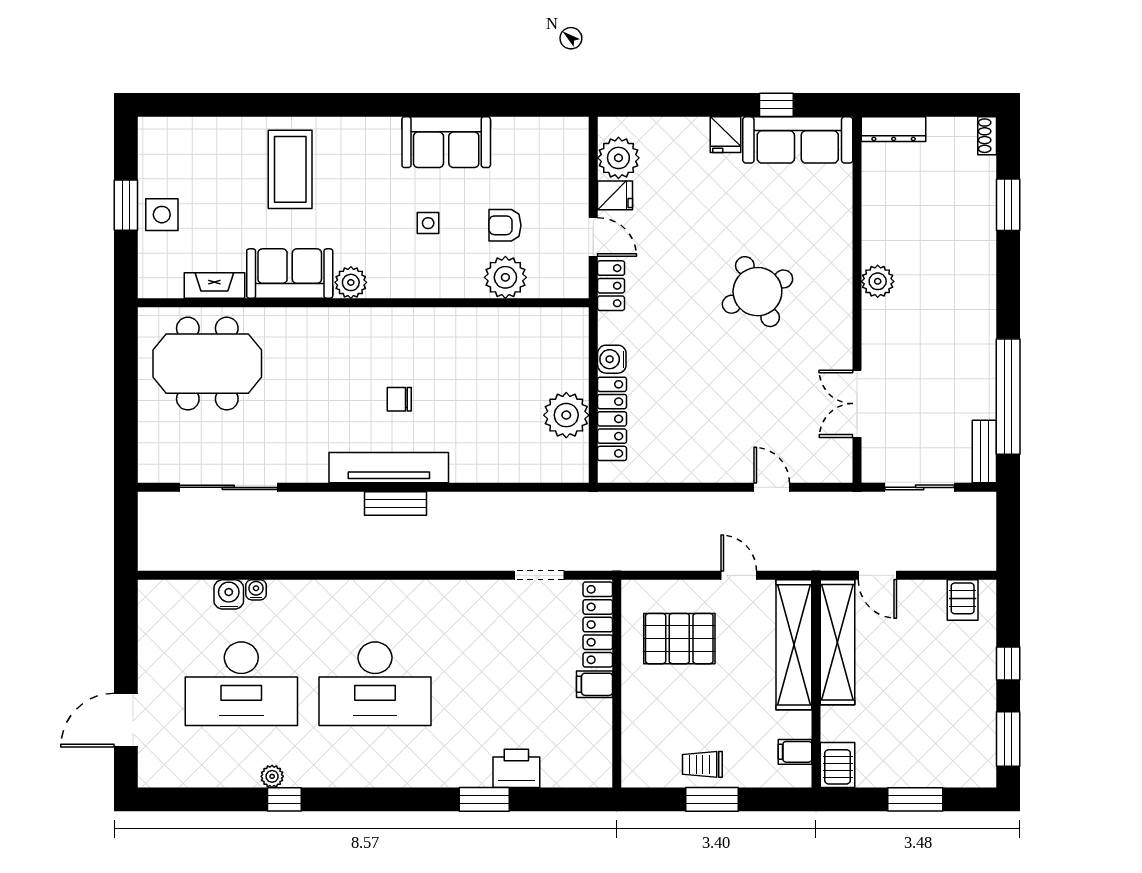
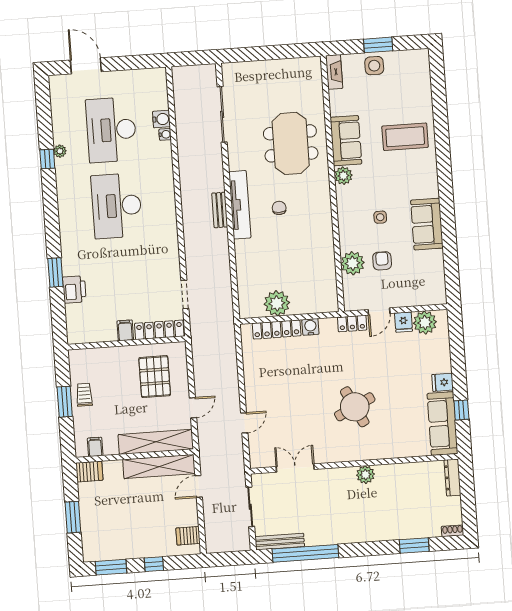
fireplace: (214, 285) -> (334, 72), moved
meeting table: (207, 364) -> (291, 143), moved
bench: (984, 451) -> (280, 542), width x1.36

